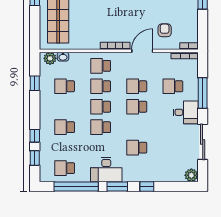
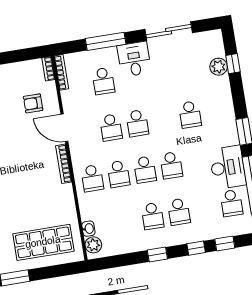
window: (35, 83) -> (157, 254), moved
school desk: (65, 86) -> (153, 216), moved
desk: (106, 170) -> (228, 167), moved
plant: (191, 175) -> (219, 67), moved
window: (147, 186) -> (233, 64), moved

